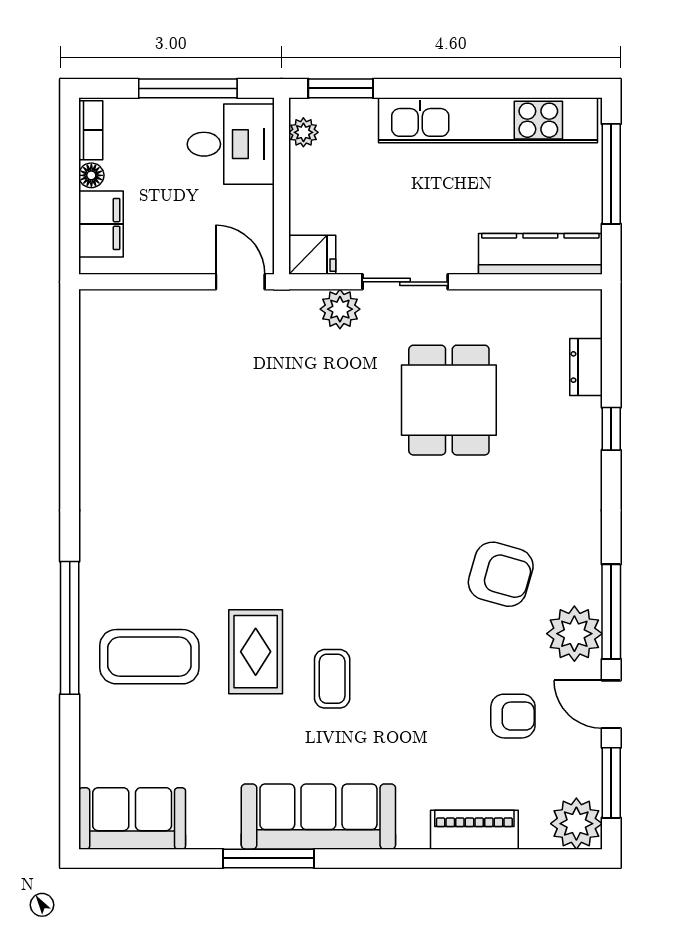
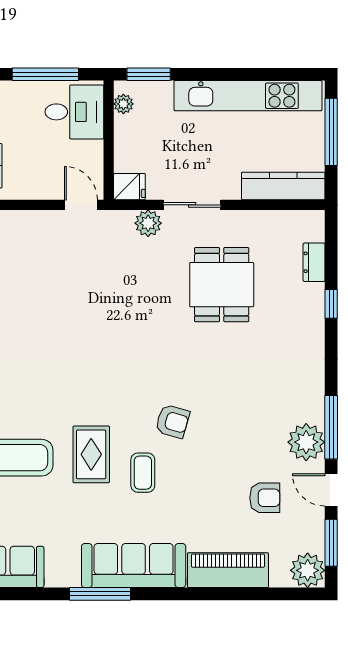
armchair: (501, 574) -> (172, 421), moved, width x0.72, depth x0.72
piano: (474, 830) -> (228, 570), width x1.37, depth x1.33

